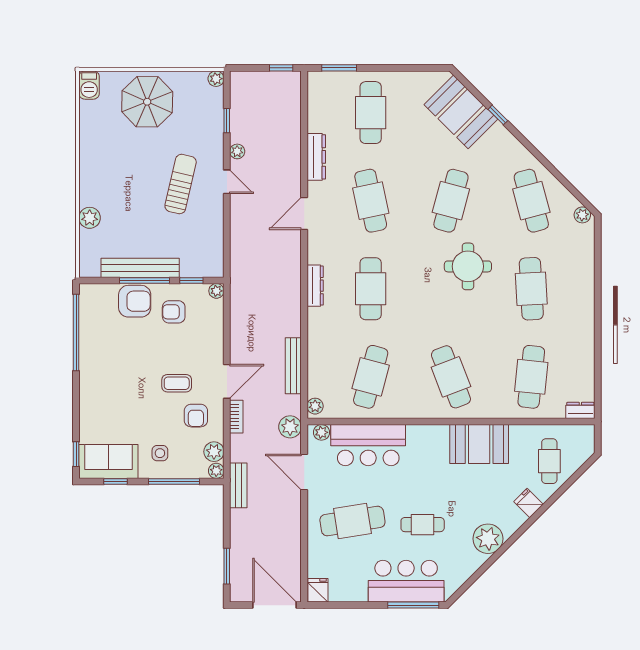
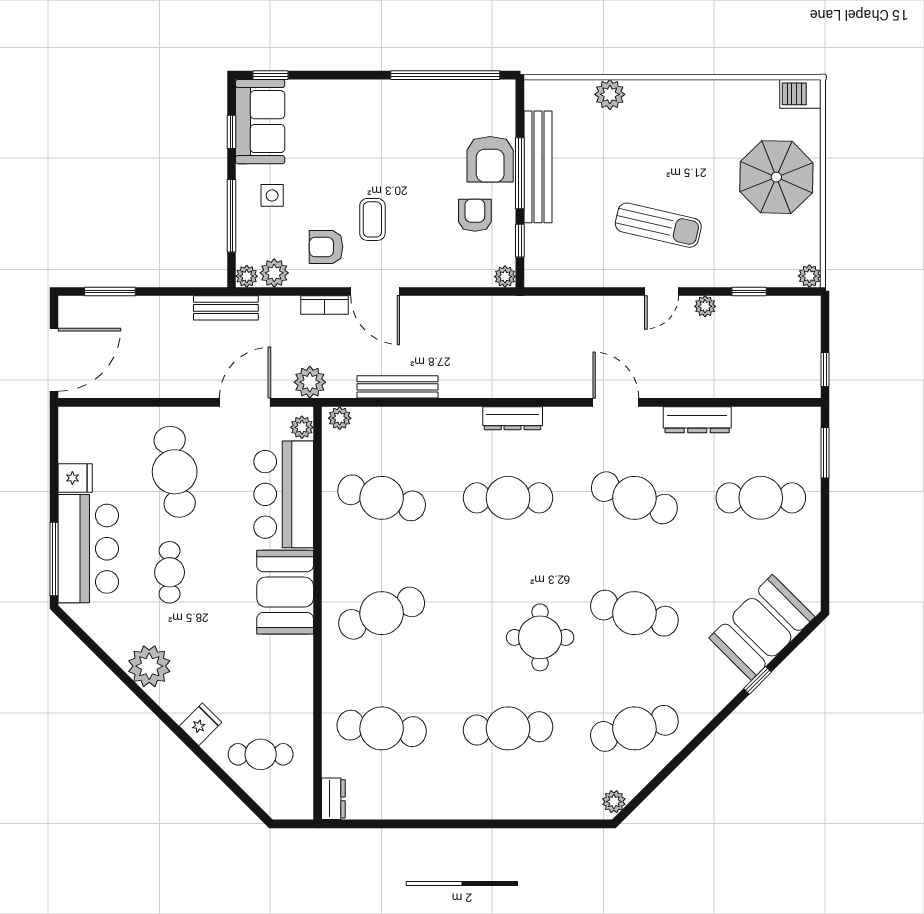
cafe table: (371, 201) -> (634, 498), turned 33
booth: (479, 444) -> (285, 592), moved
fridge: (318, 590) -> (75, 478), moved

